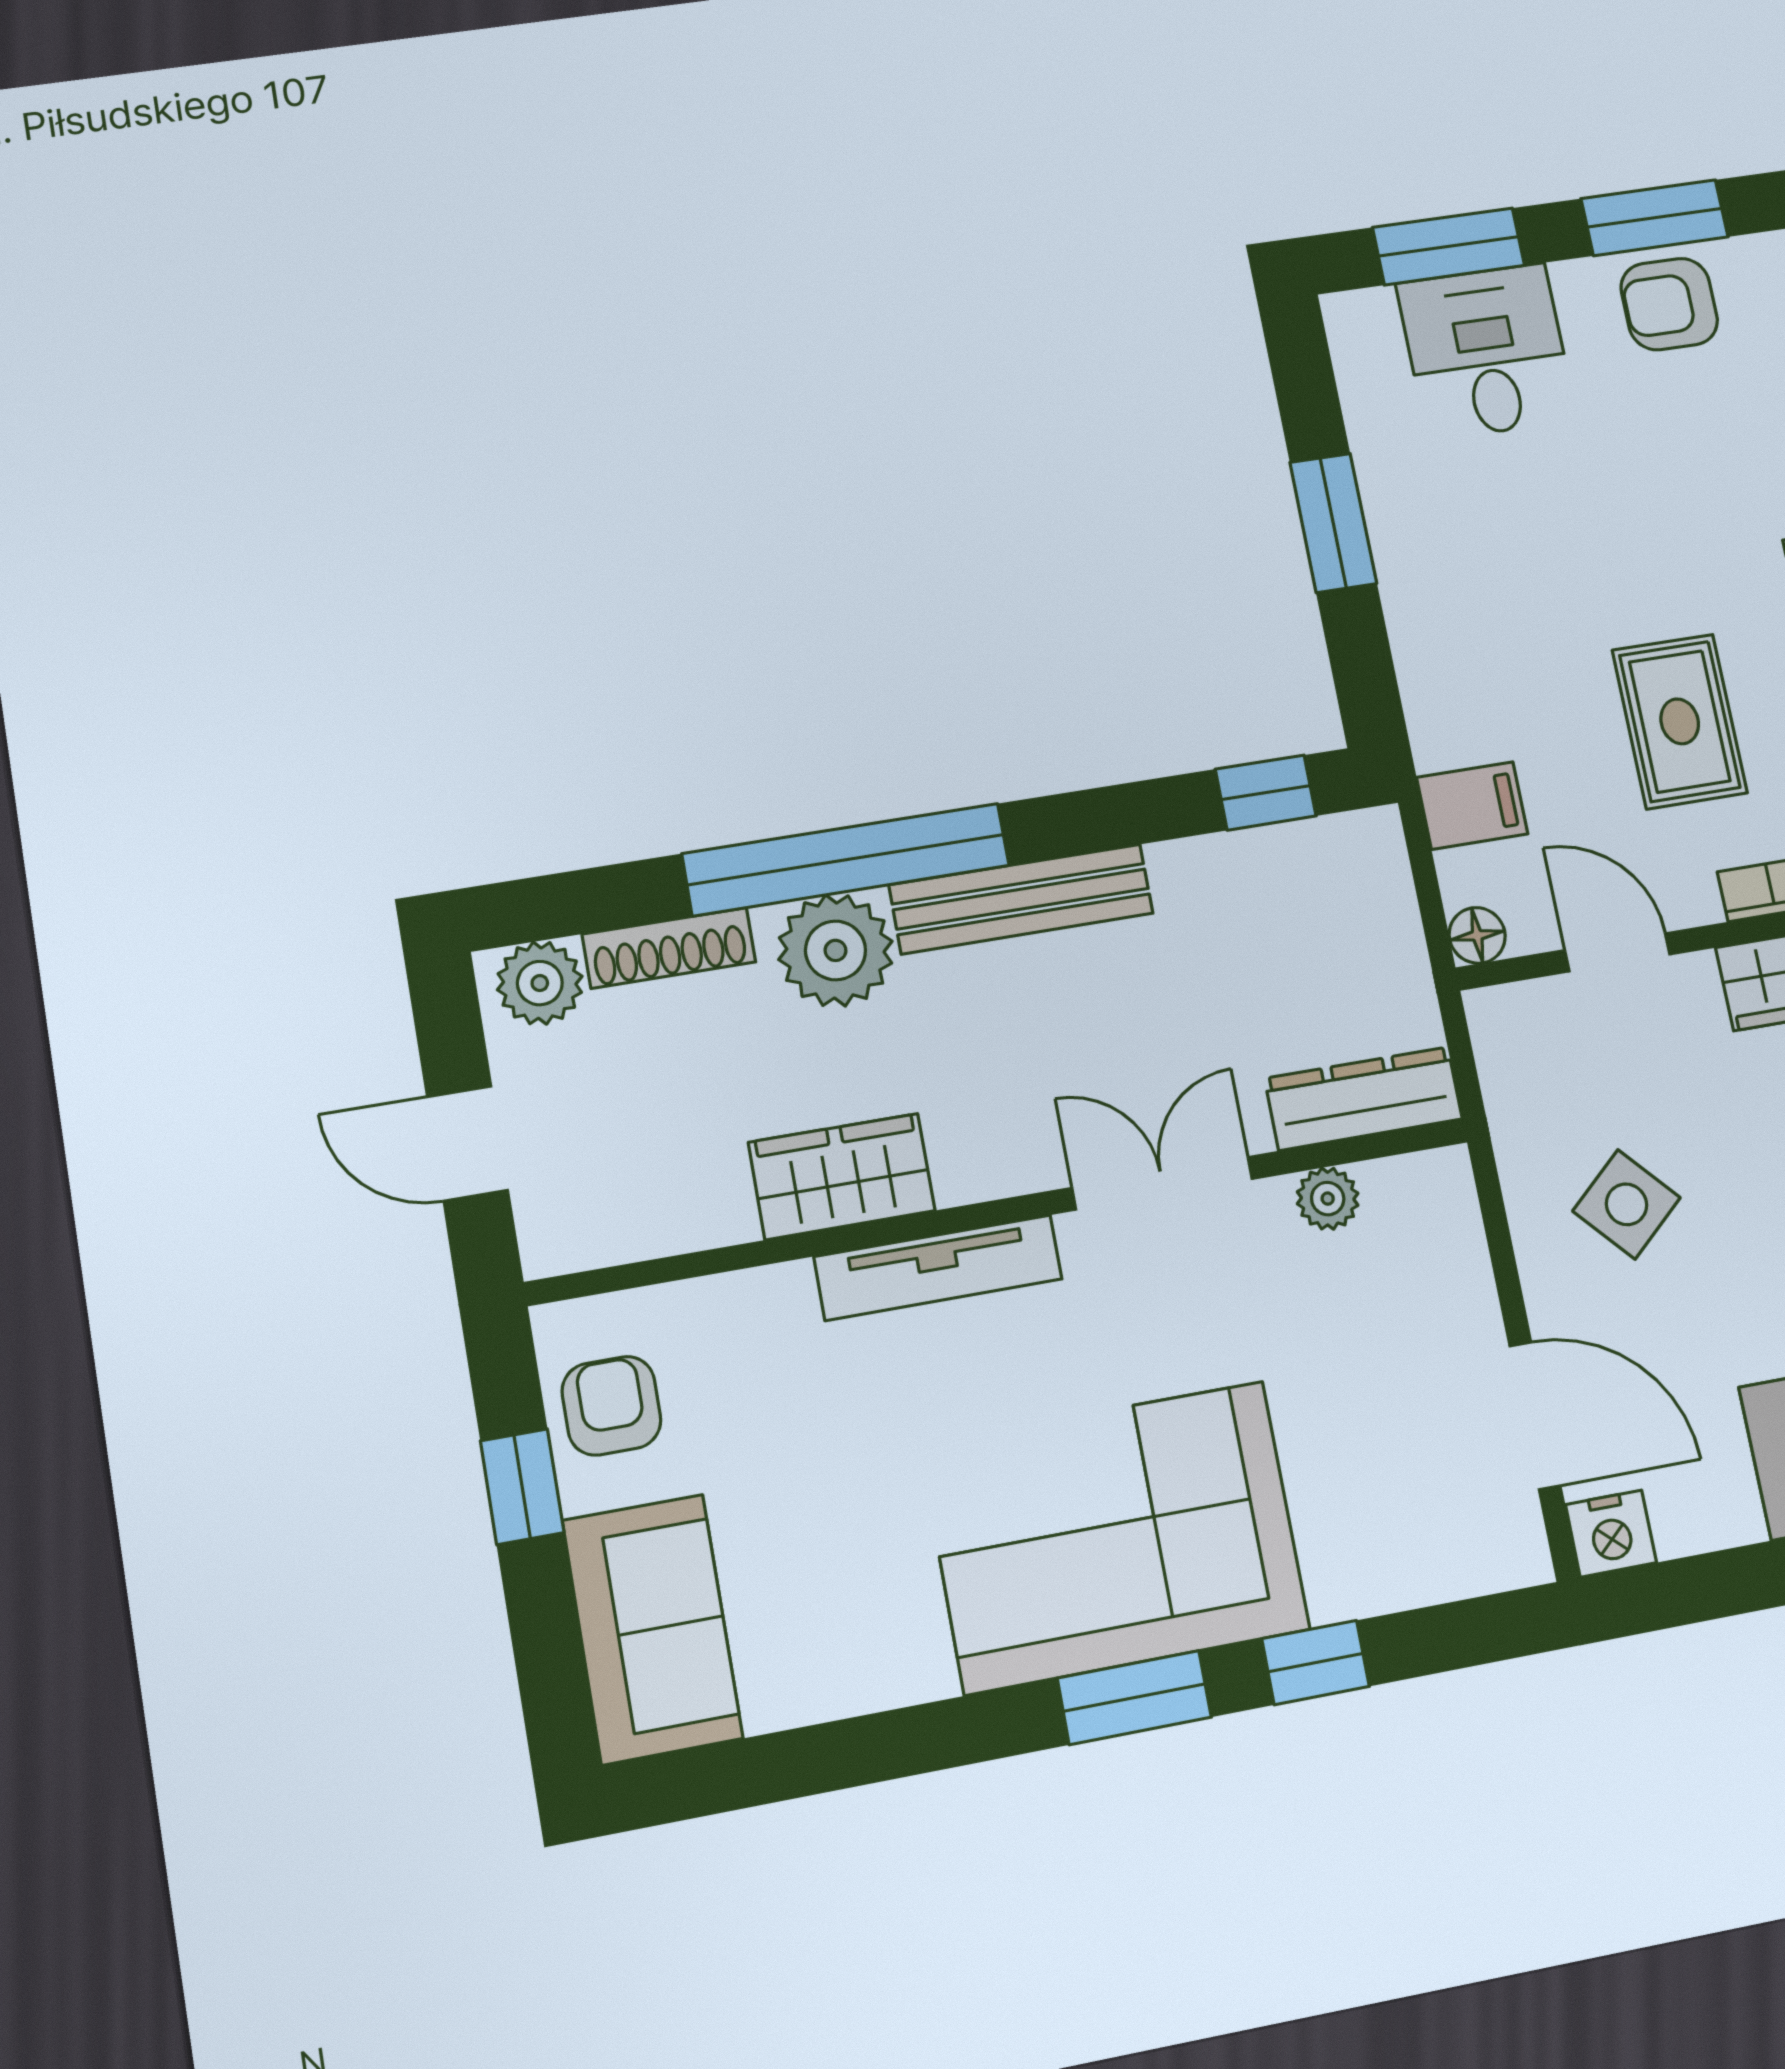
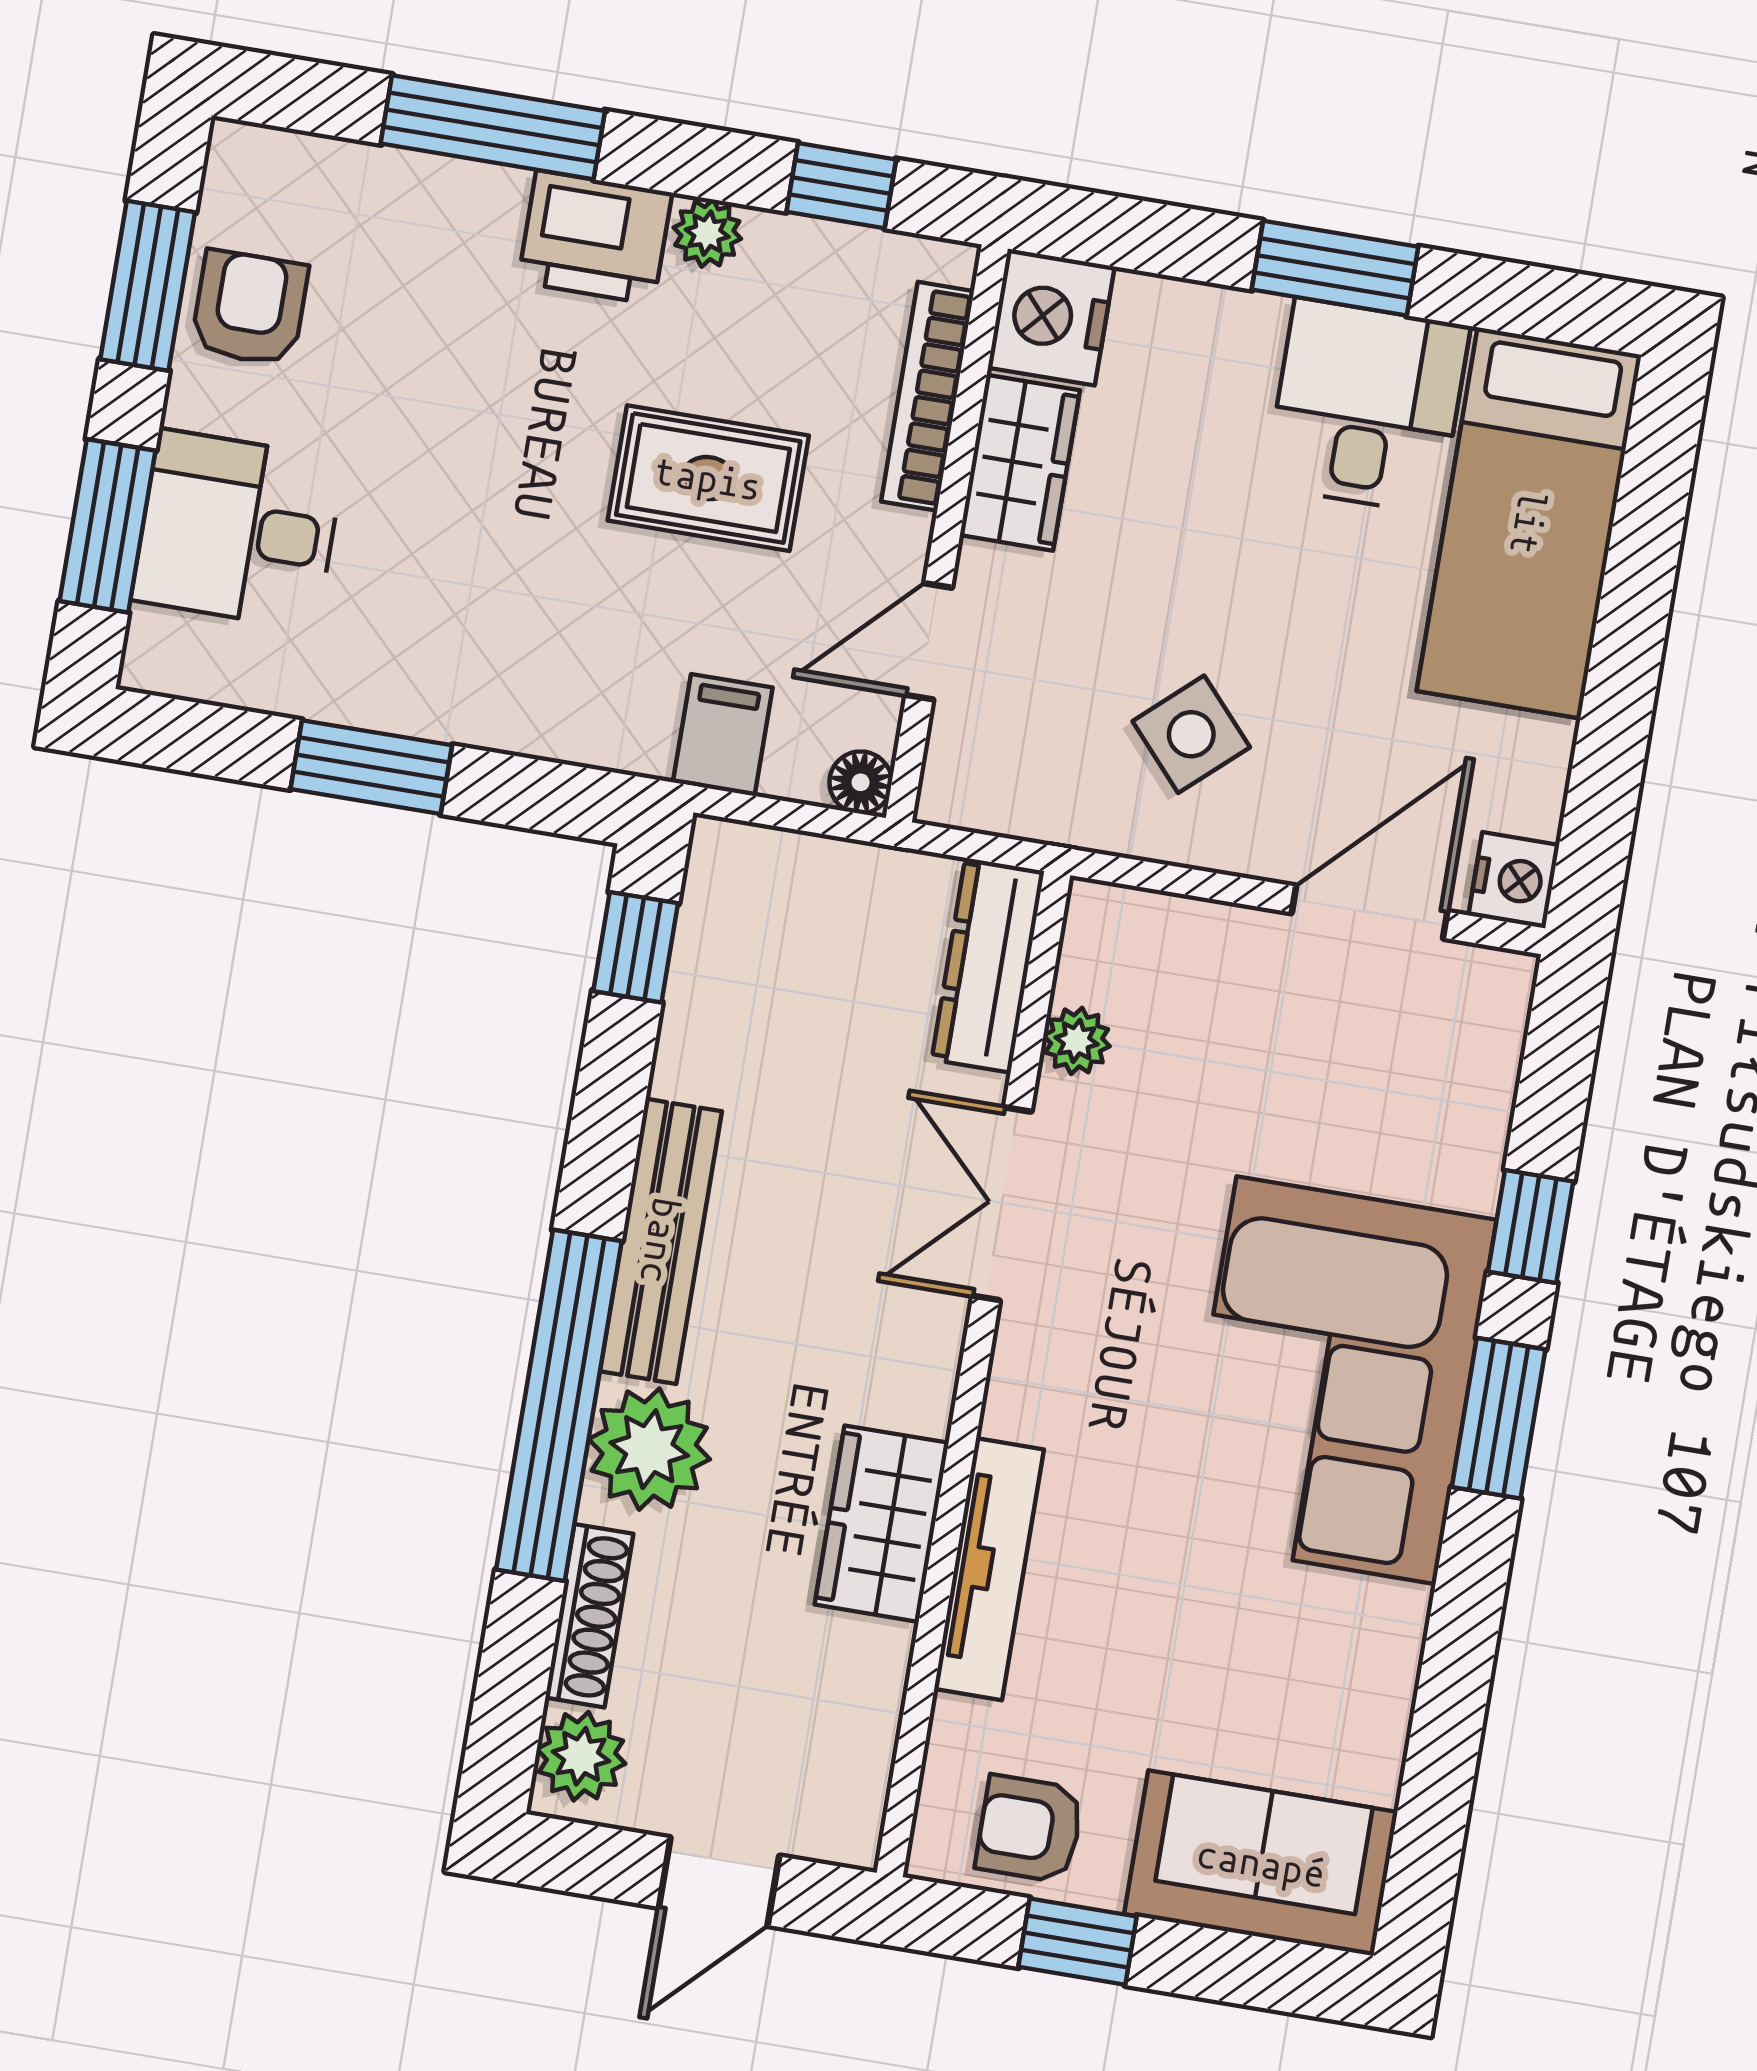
armchair: (1669, 304) -> (250, 308), turned 180
tv unit: (938, 1268) -> (989, 1569), moved

